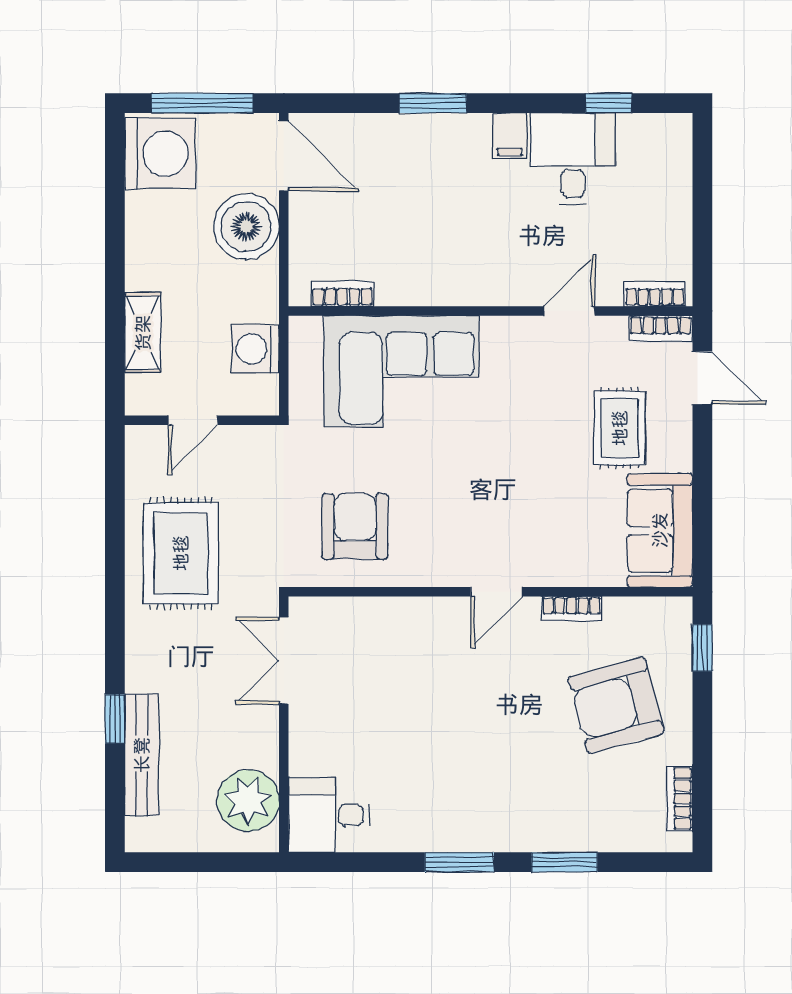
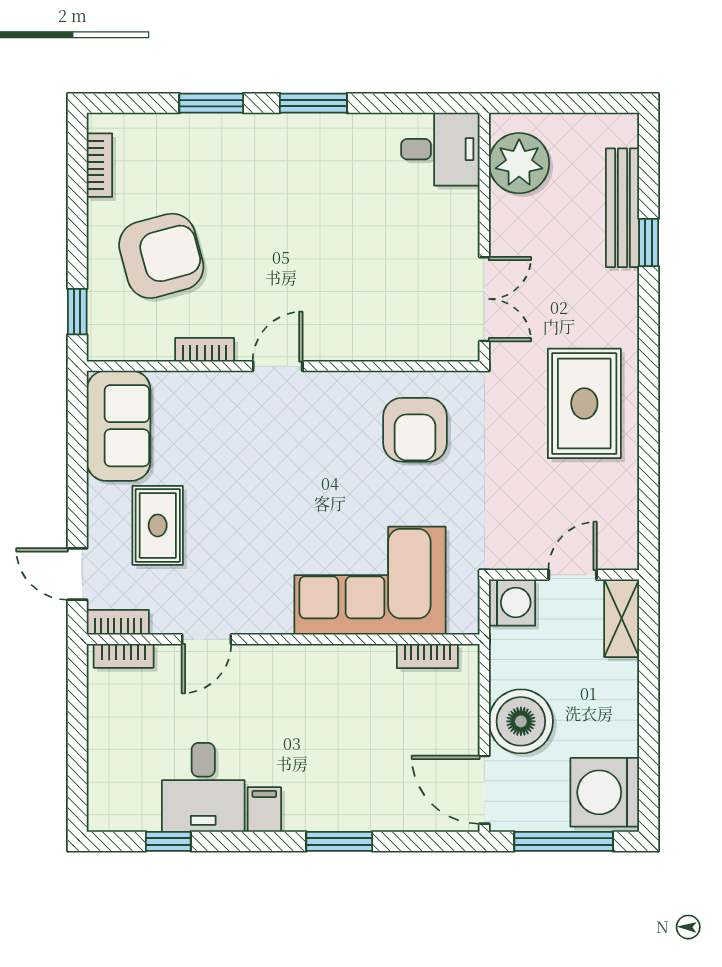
door: (193, 420) -> (573, 575), moved
wall: (202, 420) -> (564, 575), moved

